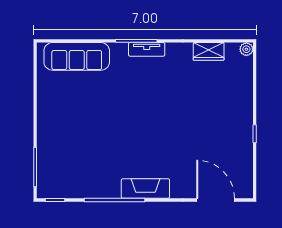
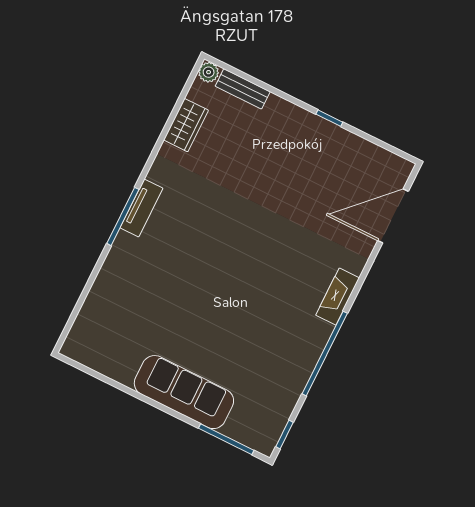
sofa: (77, 56) -> (184, 392), moved, turned -90
bench: (247, 74) -> (243, 89), added
fireplace: (145, 189) -> (338, 297), width x0.73, depth x0.76

